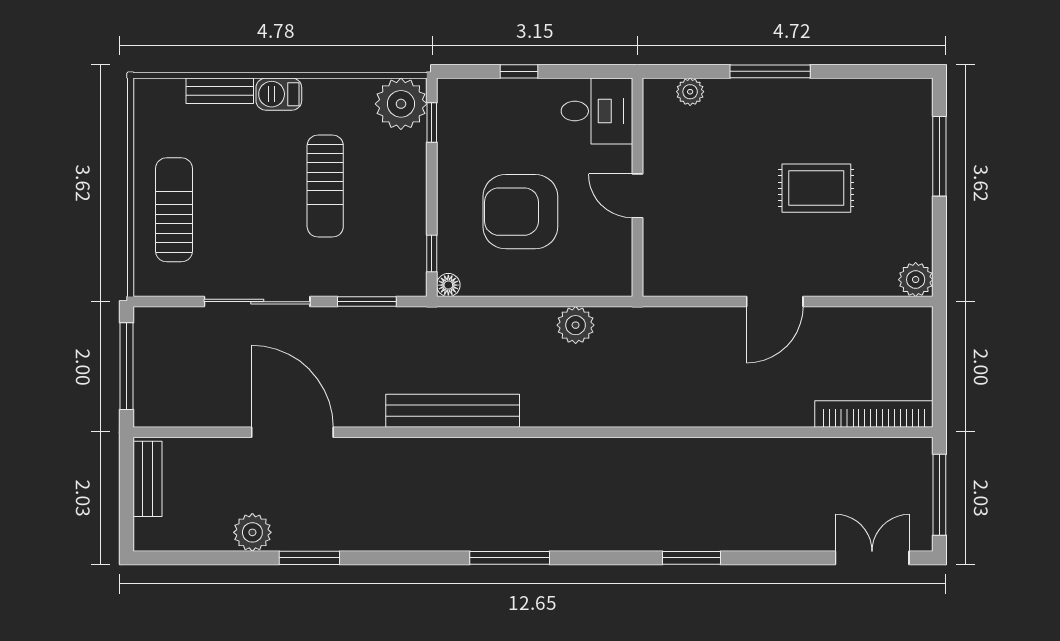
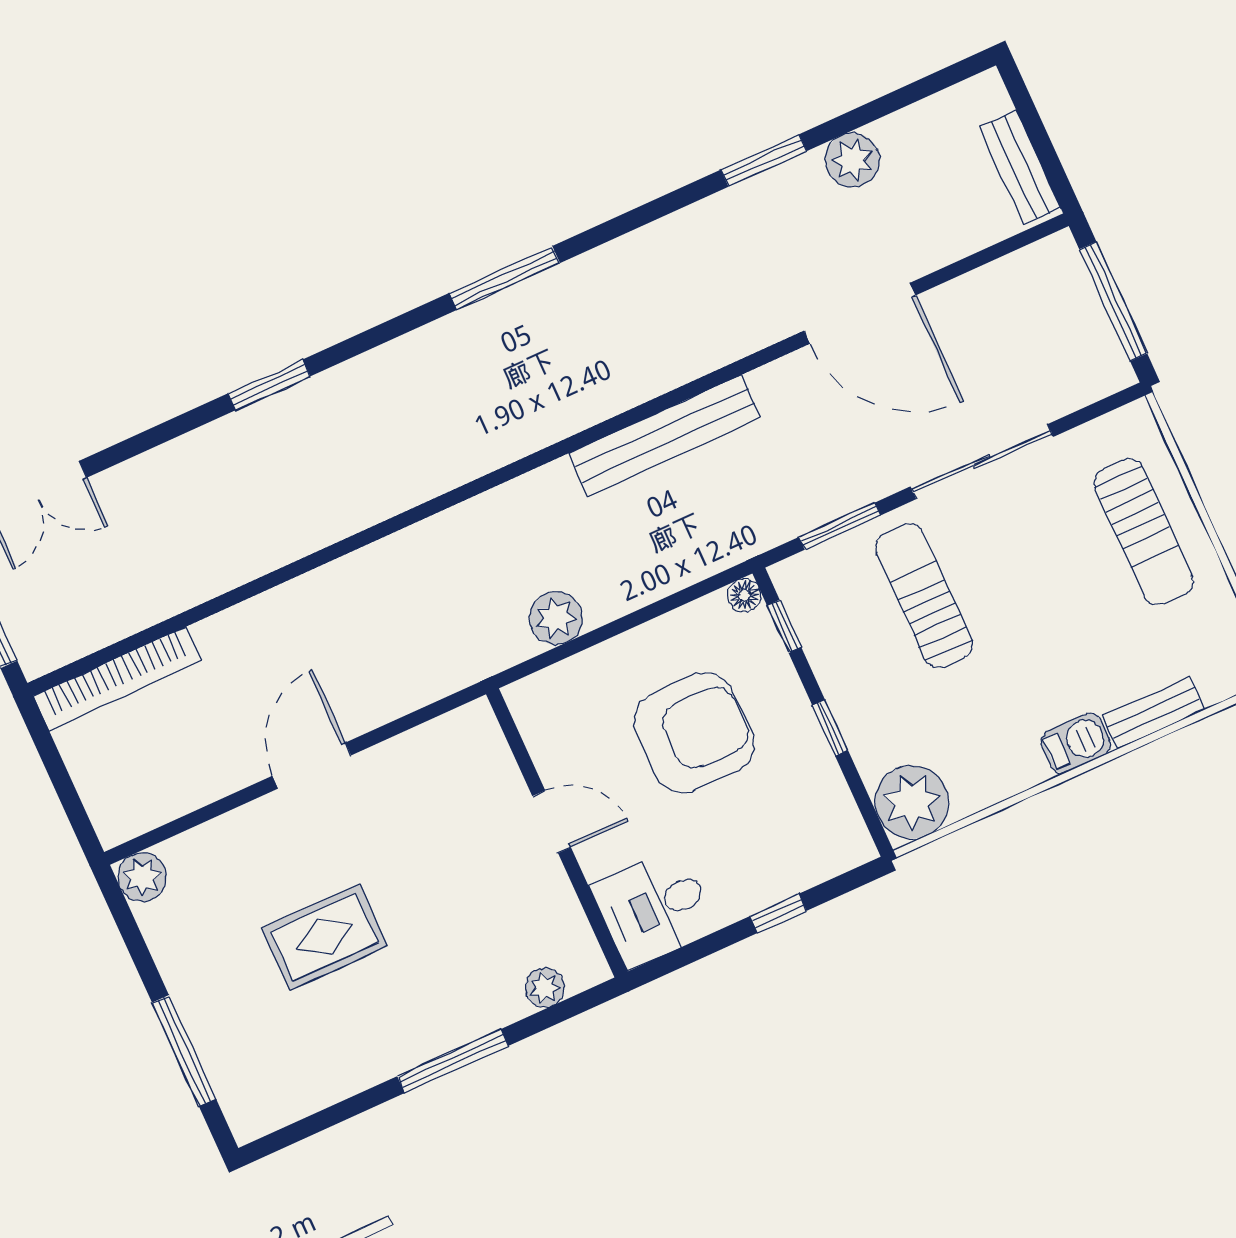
window: (432, 122) -> (830, 728), moved
sun lounger: (325, 186) -> (924, 596), moved

